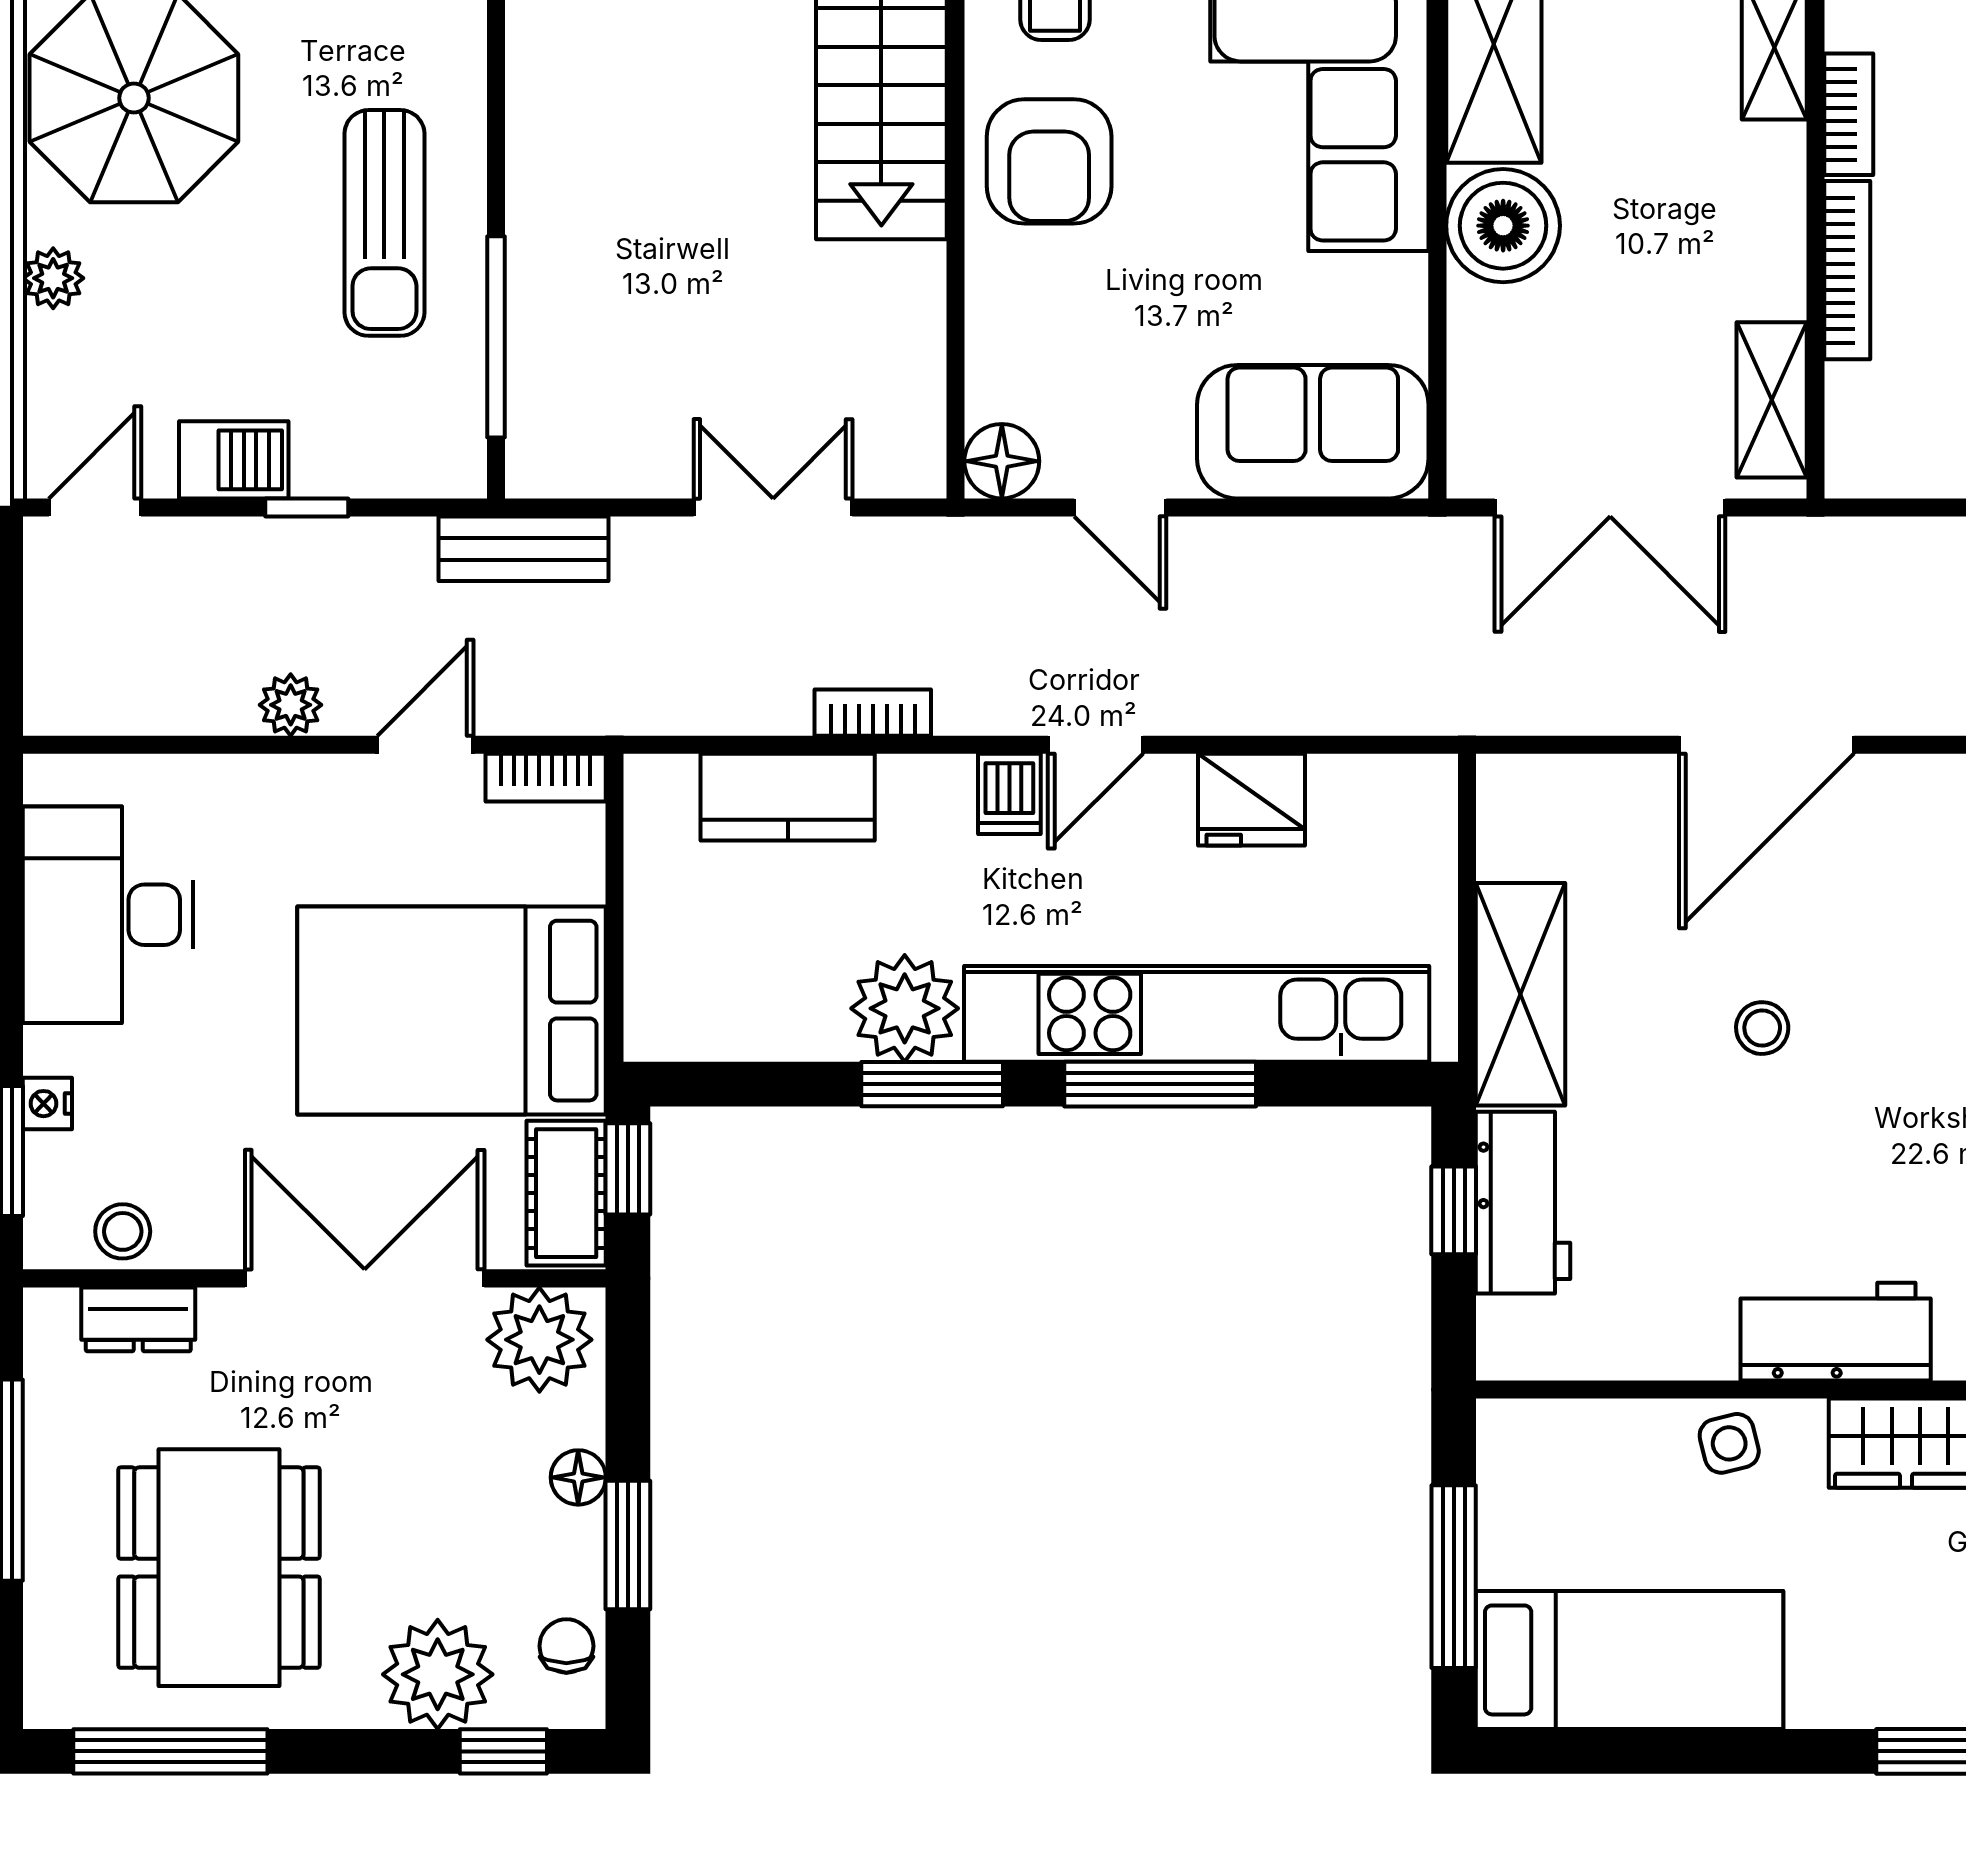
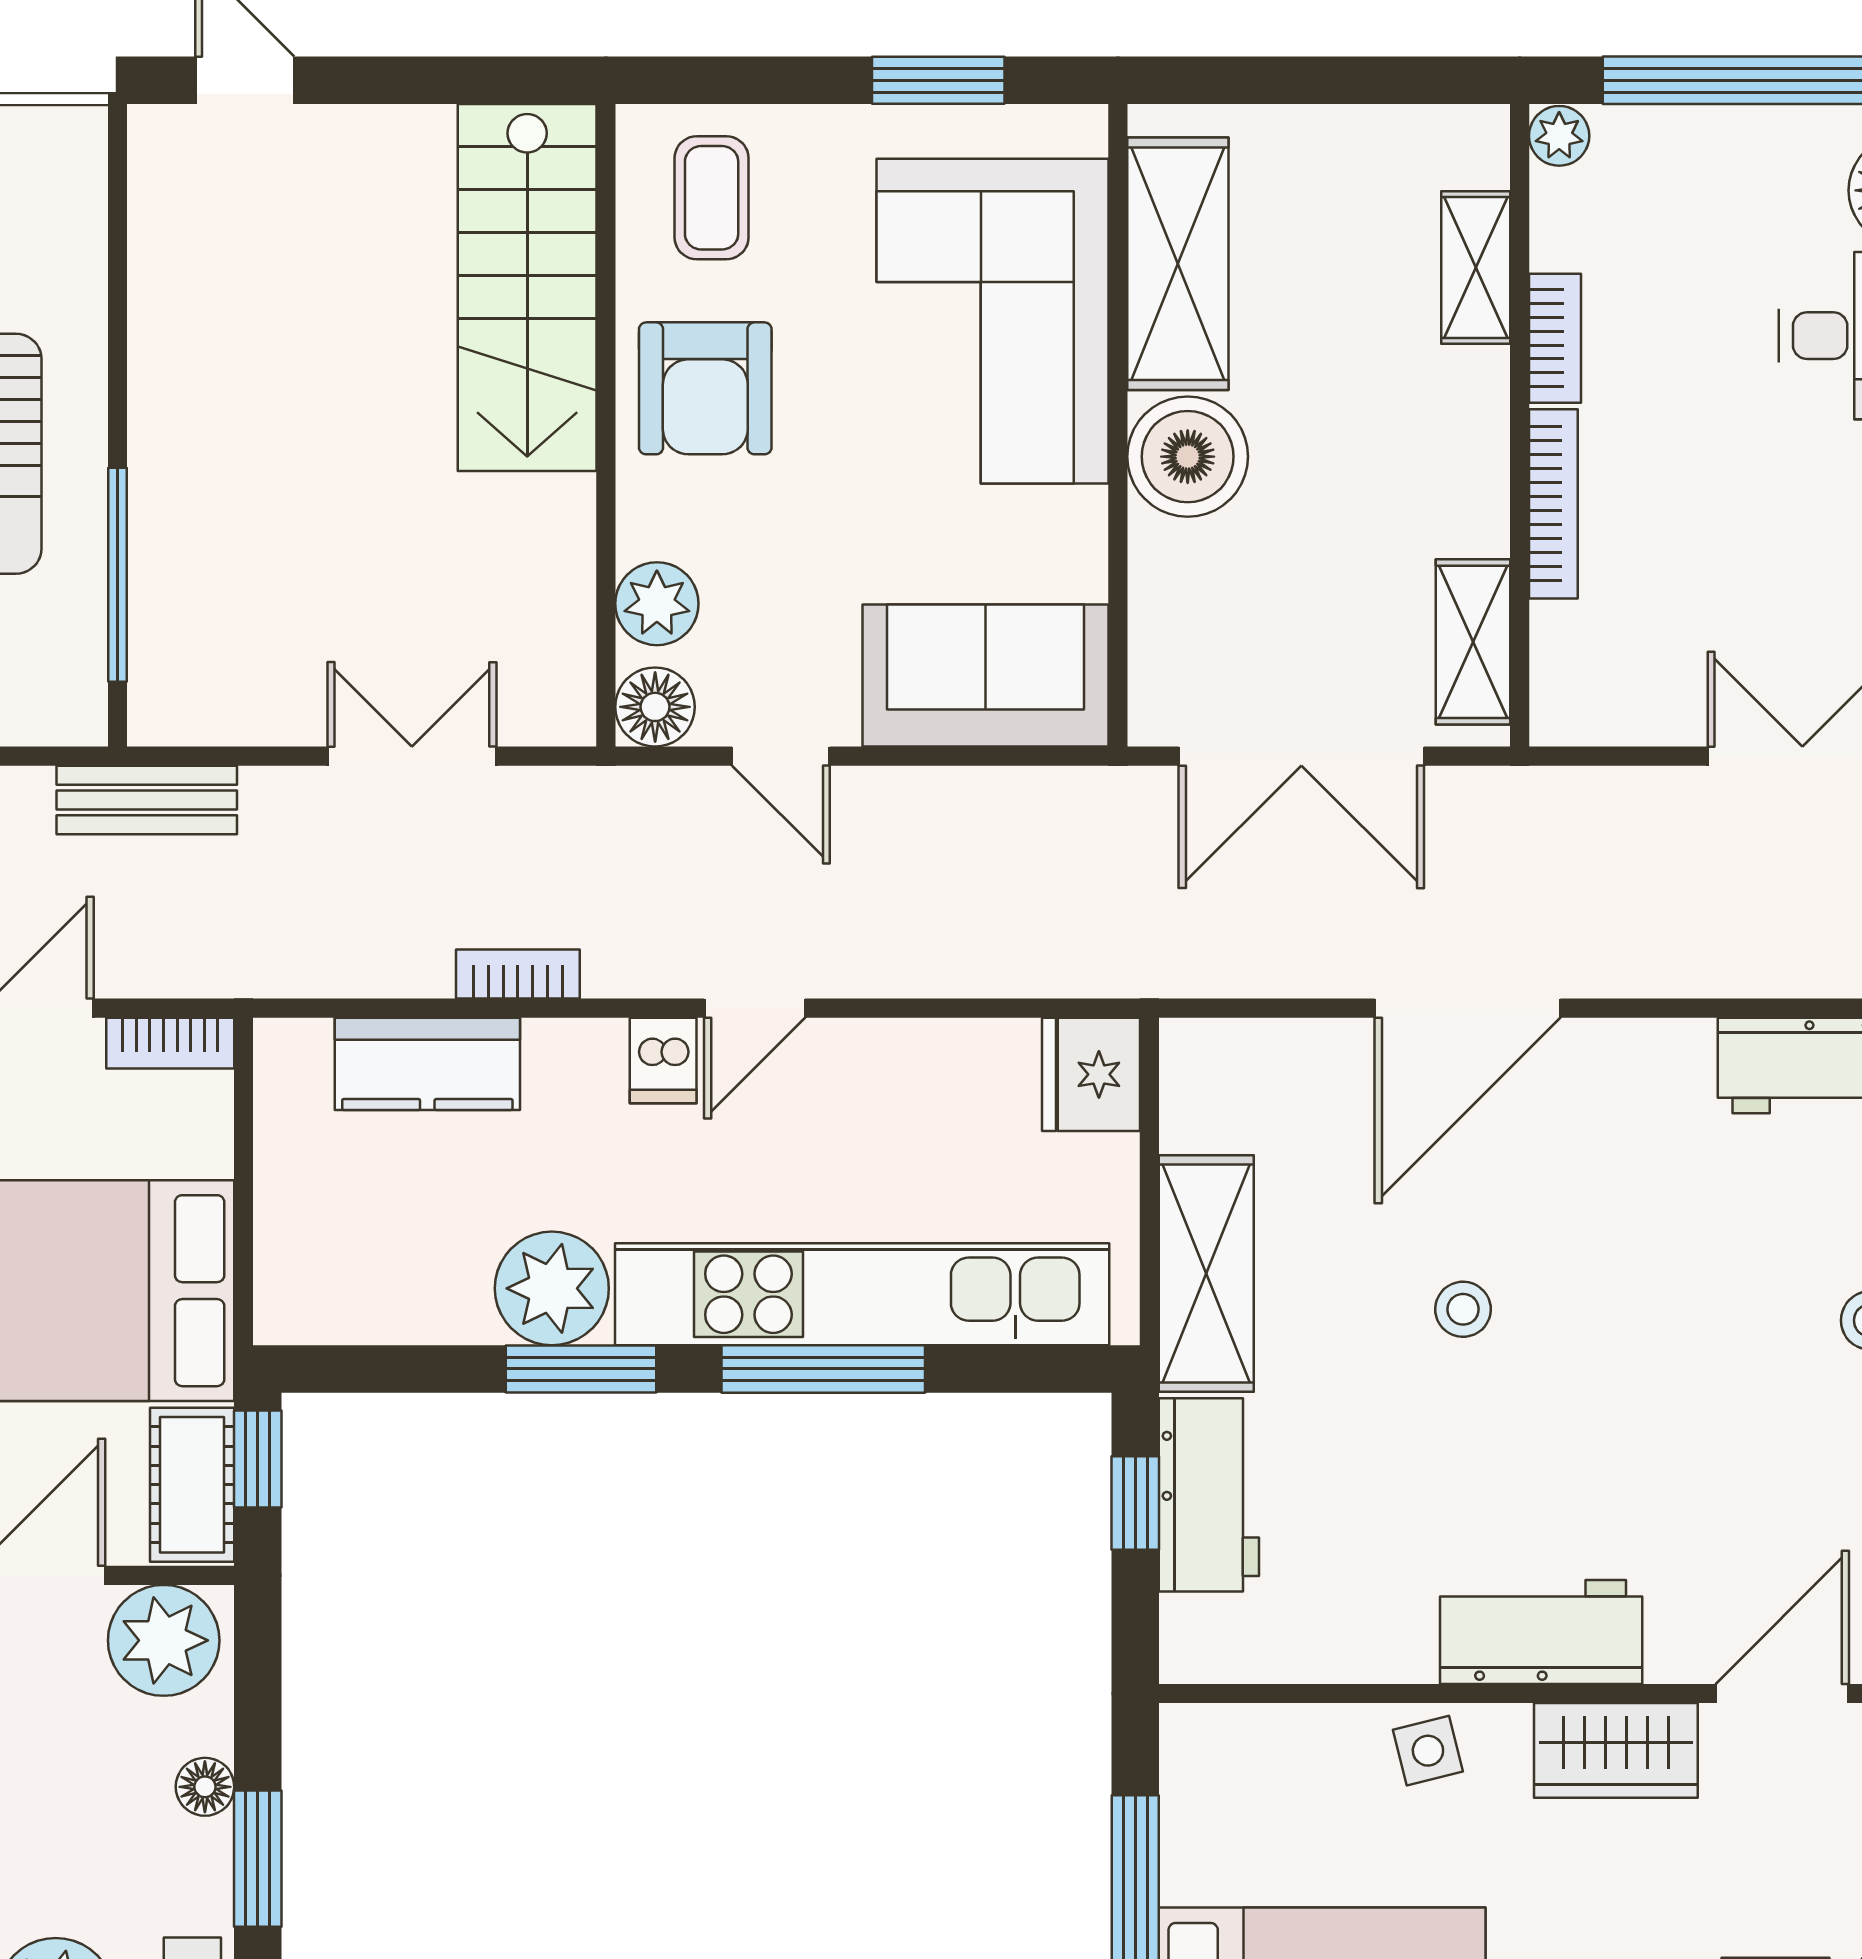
plant: (1004, 364) -> (657, 604), added
fridge: (1252, 800) -> (1091, 1074), moved, turned 90

